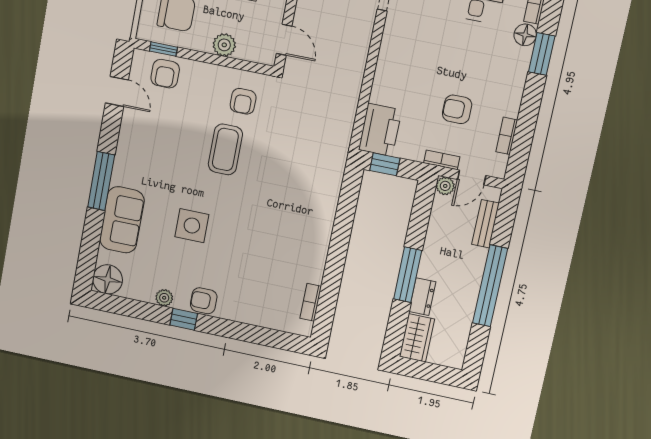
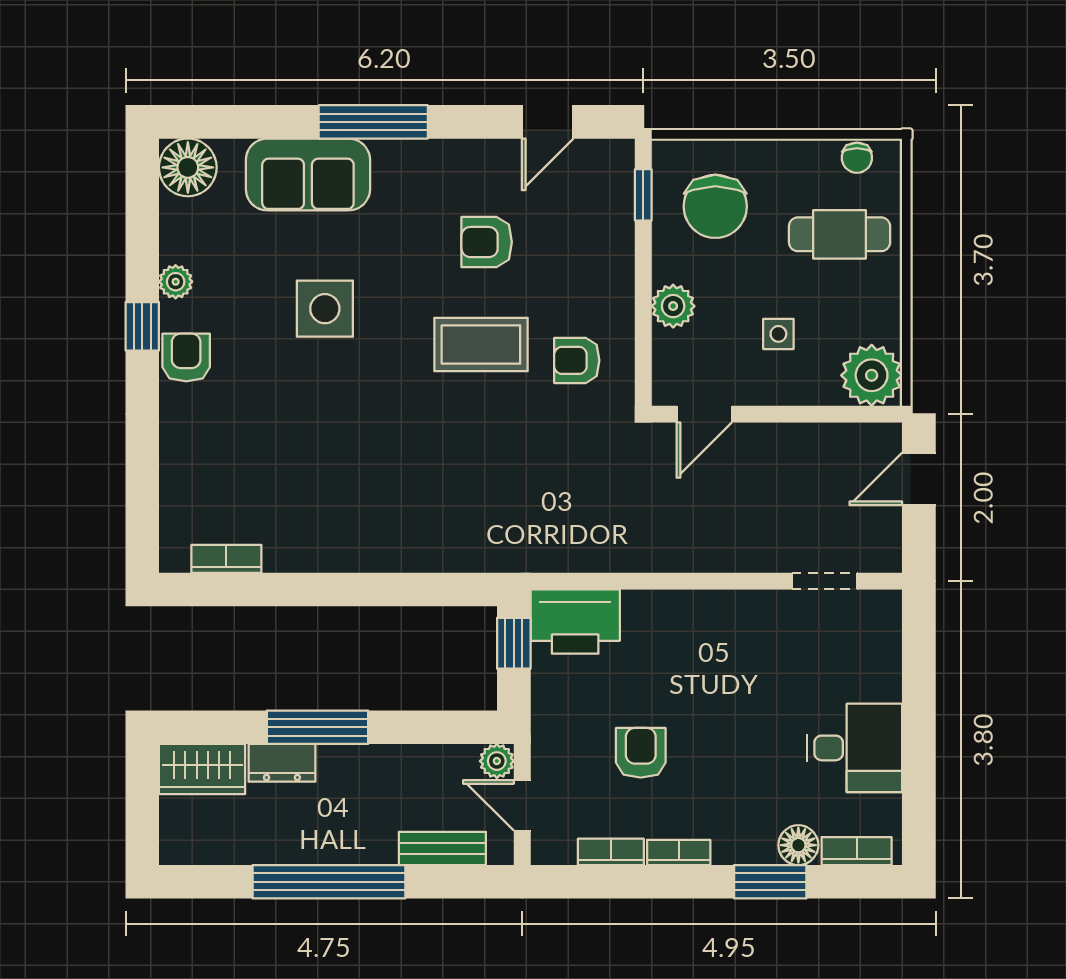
armchair: (165, 74) -> (487, 242), moved
bookcase: (442, 160) -> (679, 852), moved, turned -90

